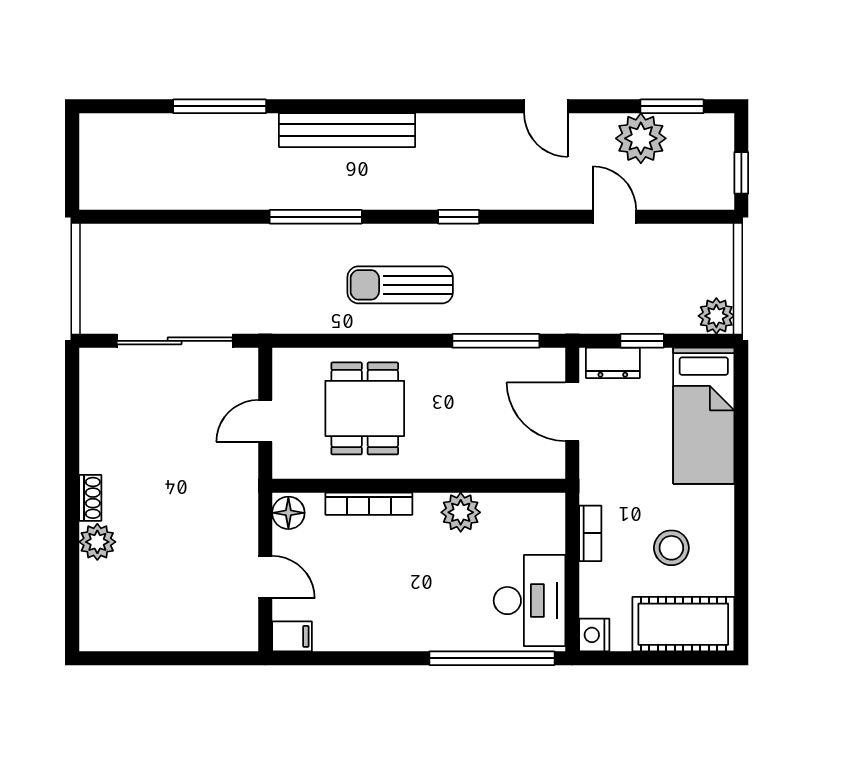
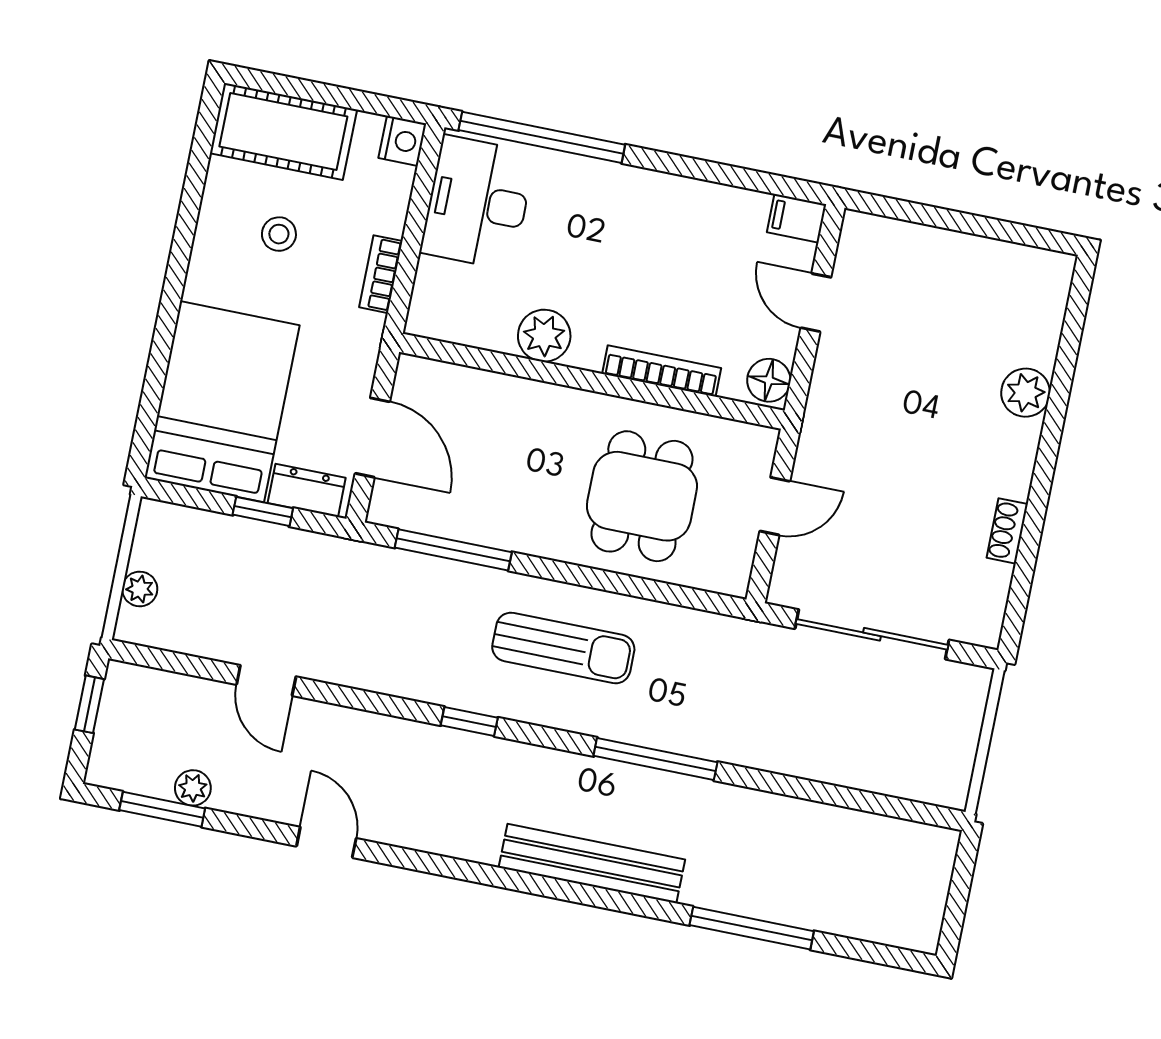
plant: (641, 138) -> (193, 788), width x0.53, depth x0.53
plant: (716, 316) -> (140, 589), moved, width x0.73, depth x0.73
bed: (704, 416) -> (222, 402), width x1.50
shoe rack: (90, 498) -> (1007, 531), moved
stool: (671, 548) -> (279, 234), width x0.73, depth x0.73

